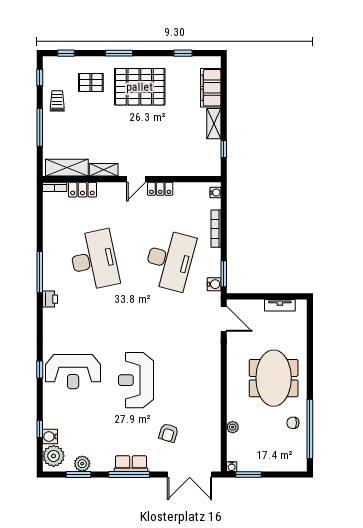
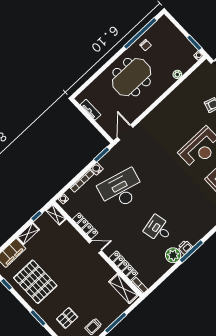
pallet: (91, 83) -> (67, 318), turned 90
pallet: (140, 87) -> (35, 282), moved
shelving: (104, 170) -> (56, 215), moved
locker: (160, 189) -> (85, 226), width x1.53
locker: (82, 190) -> (123, 266), width x1.53
plant: (53, 250) -> (173, 255), added
desk: (94, 260) -> (158, 229), width x0.53, depth x0.77
water cooler: (214, 284) -> (97, 169), moved
printer: (50, 299) -> (185, 247), moved

